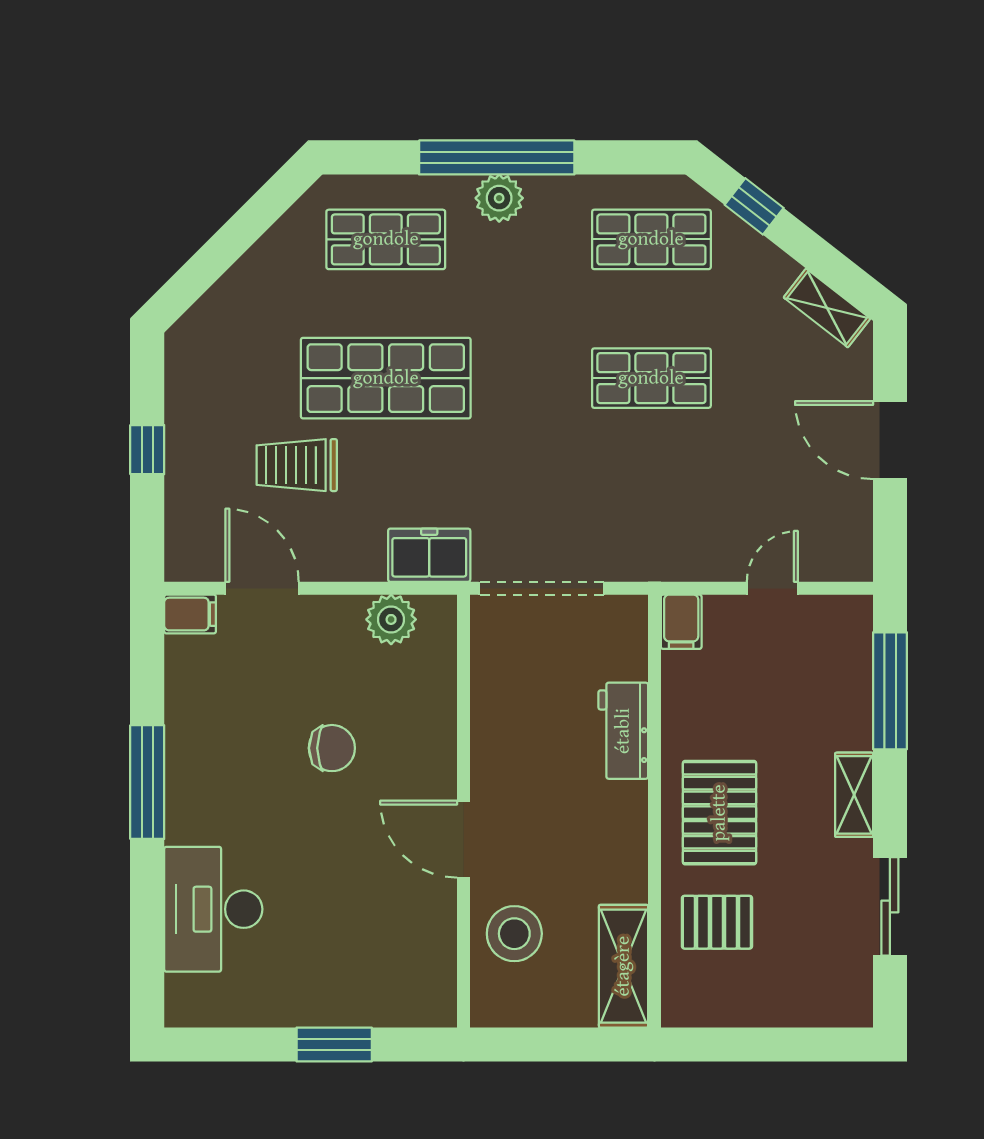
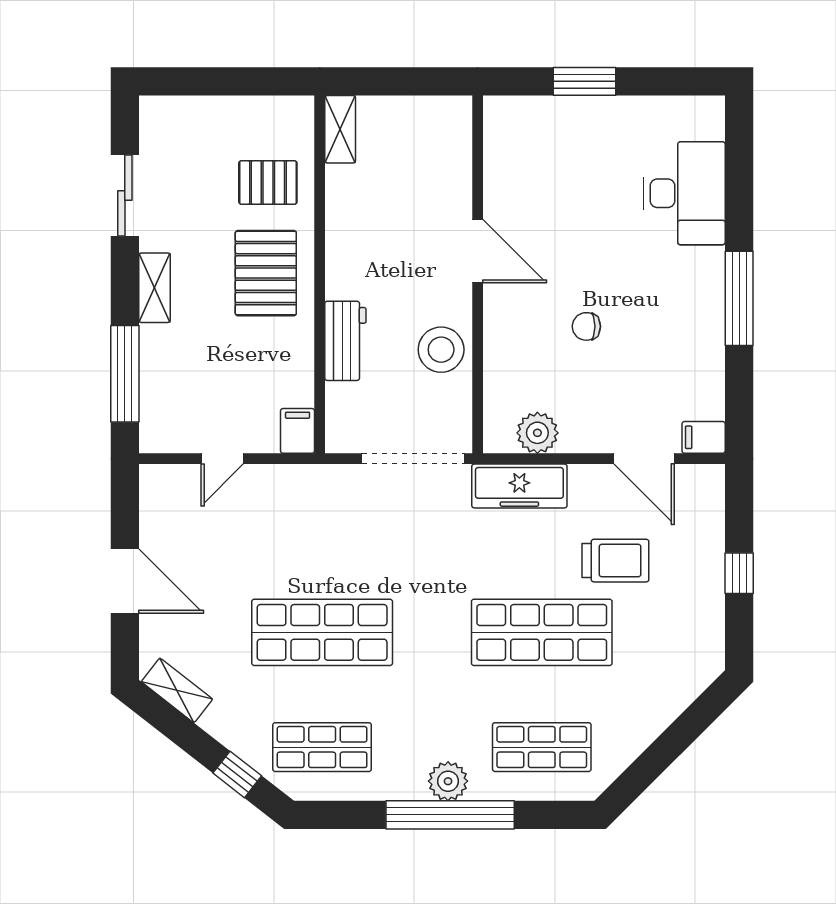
shop shelf: (651, 378) -> (322, 632), width x1.43, depth x1.36
freezer: (429, 555) -> (519, 486), width x1.40
chair: (332, 748) -> (586, 326), width x0.73, depth x0.73
stool: (514, 934) -> (441, 350), moved
shelving: (623, 966) -> (340, 129), width x0.67, depth x0.75

